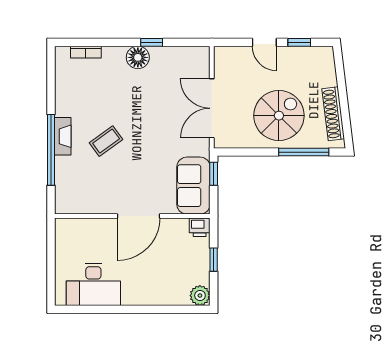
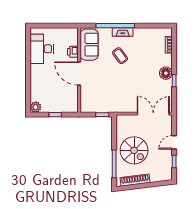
double door: (212, 108) -> (153, 114), moved
sofa: (193, 186) -> (89, 45), moved, turned 90
printer: (200, 227) -> (73, 52), moved

